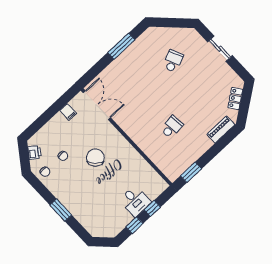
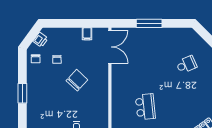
window: (121, 46) -> (149, 23), moved
school desk: (172, 127) -> (145, 107), width x1.85

